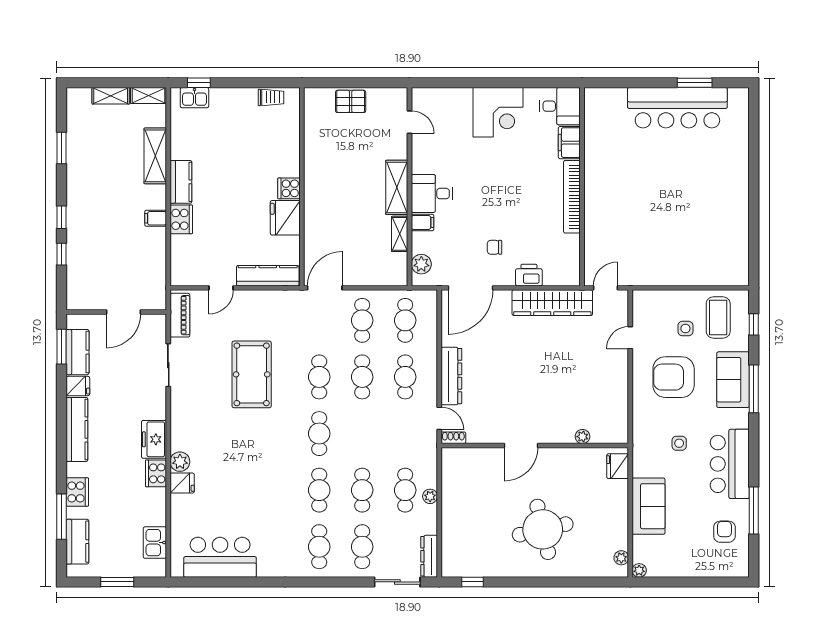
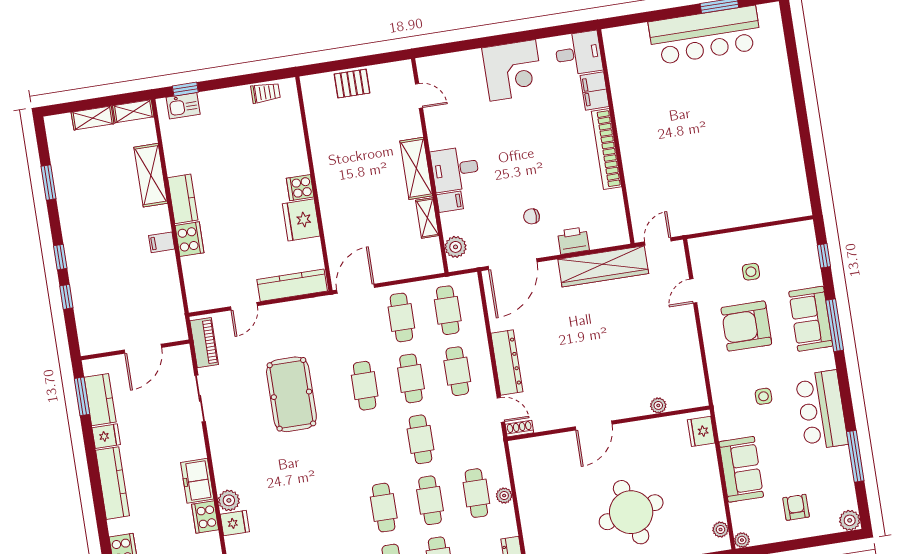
coffee table: (718, 318) -> (784, 254), removed
cafe table: (319, 434) -> (420, 439), moved
armchair: (724, 532) -> (796, 507), moved
plant: (740, 568) -> (850, 520), added

